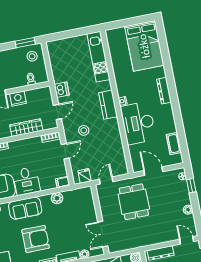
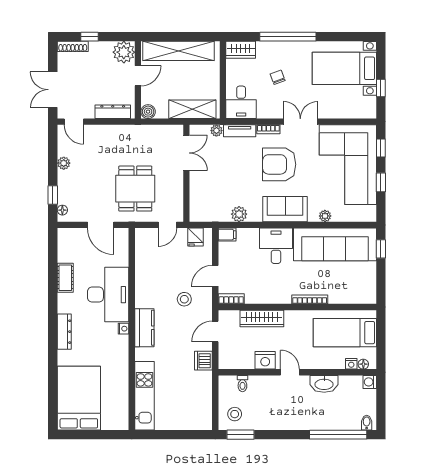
cot: (174, 144) -> (65, 278), moved

